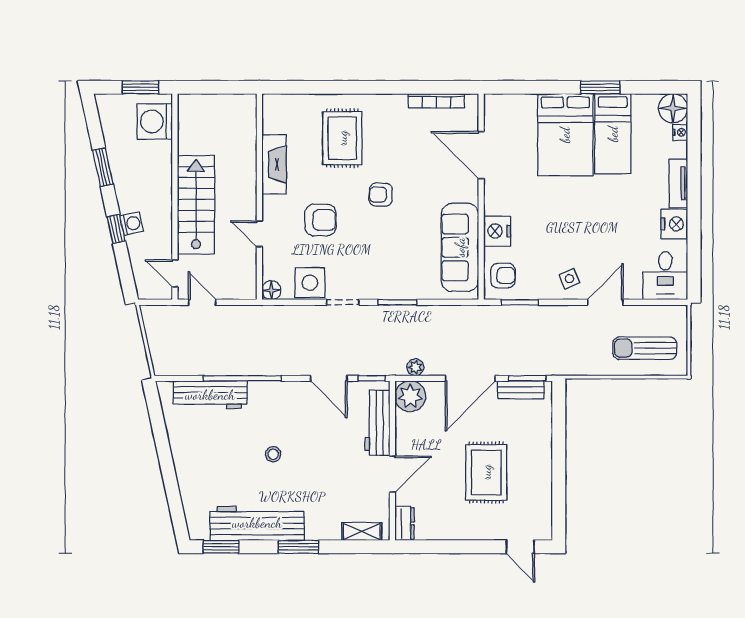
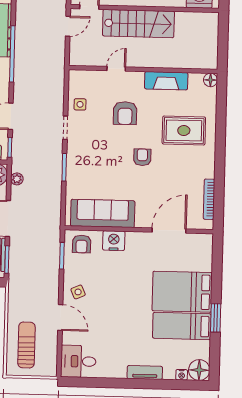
nightstand: (674, 224) -> (115, 369), removed
side table: (310, 283) -> (80, 104), width x0.54, depth x0.54
floor lamp: (271, 290) -> (210, 80), moved

